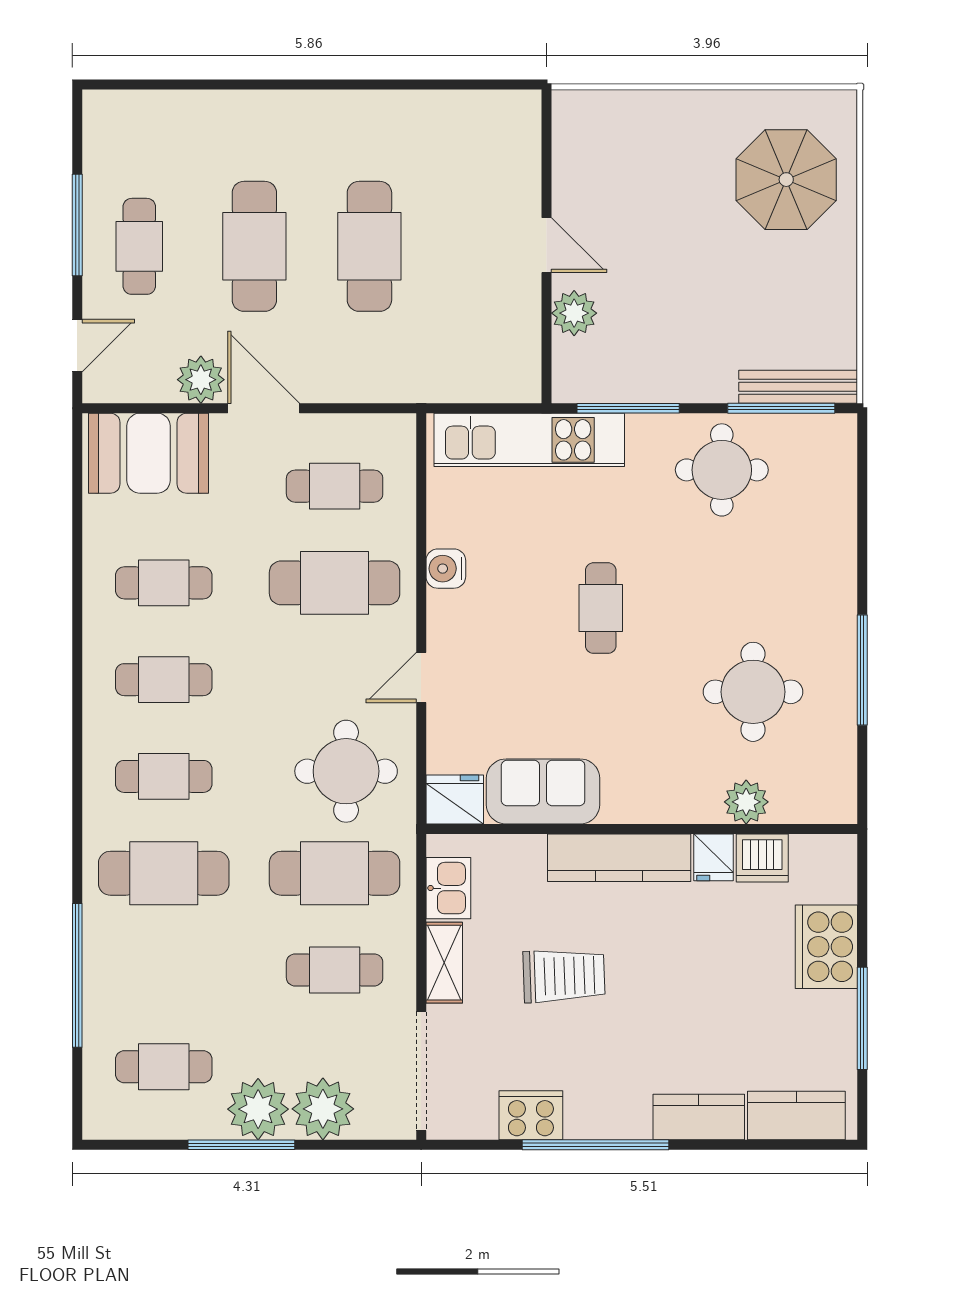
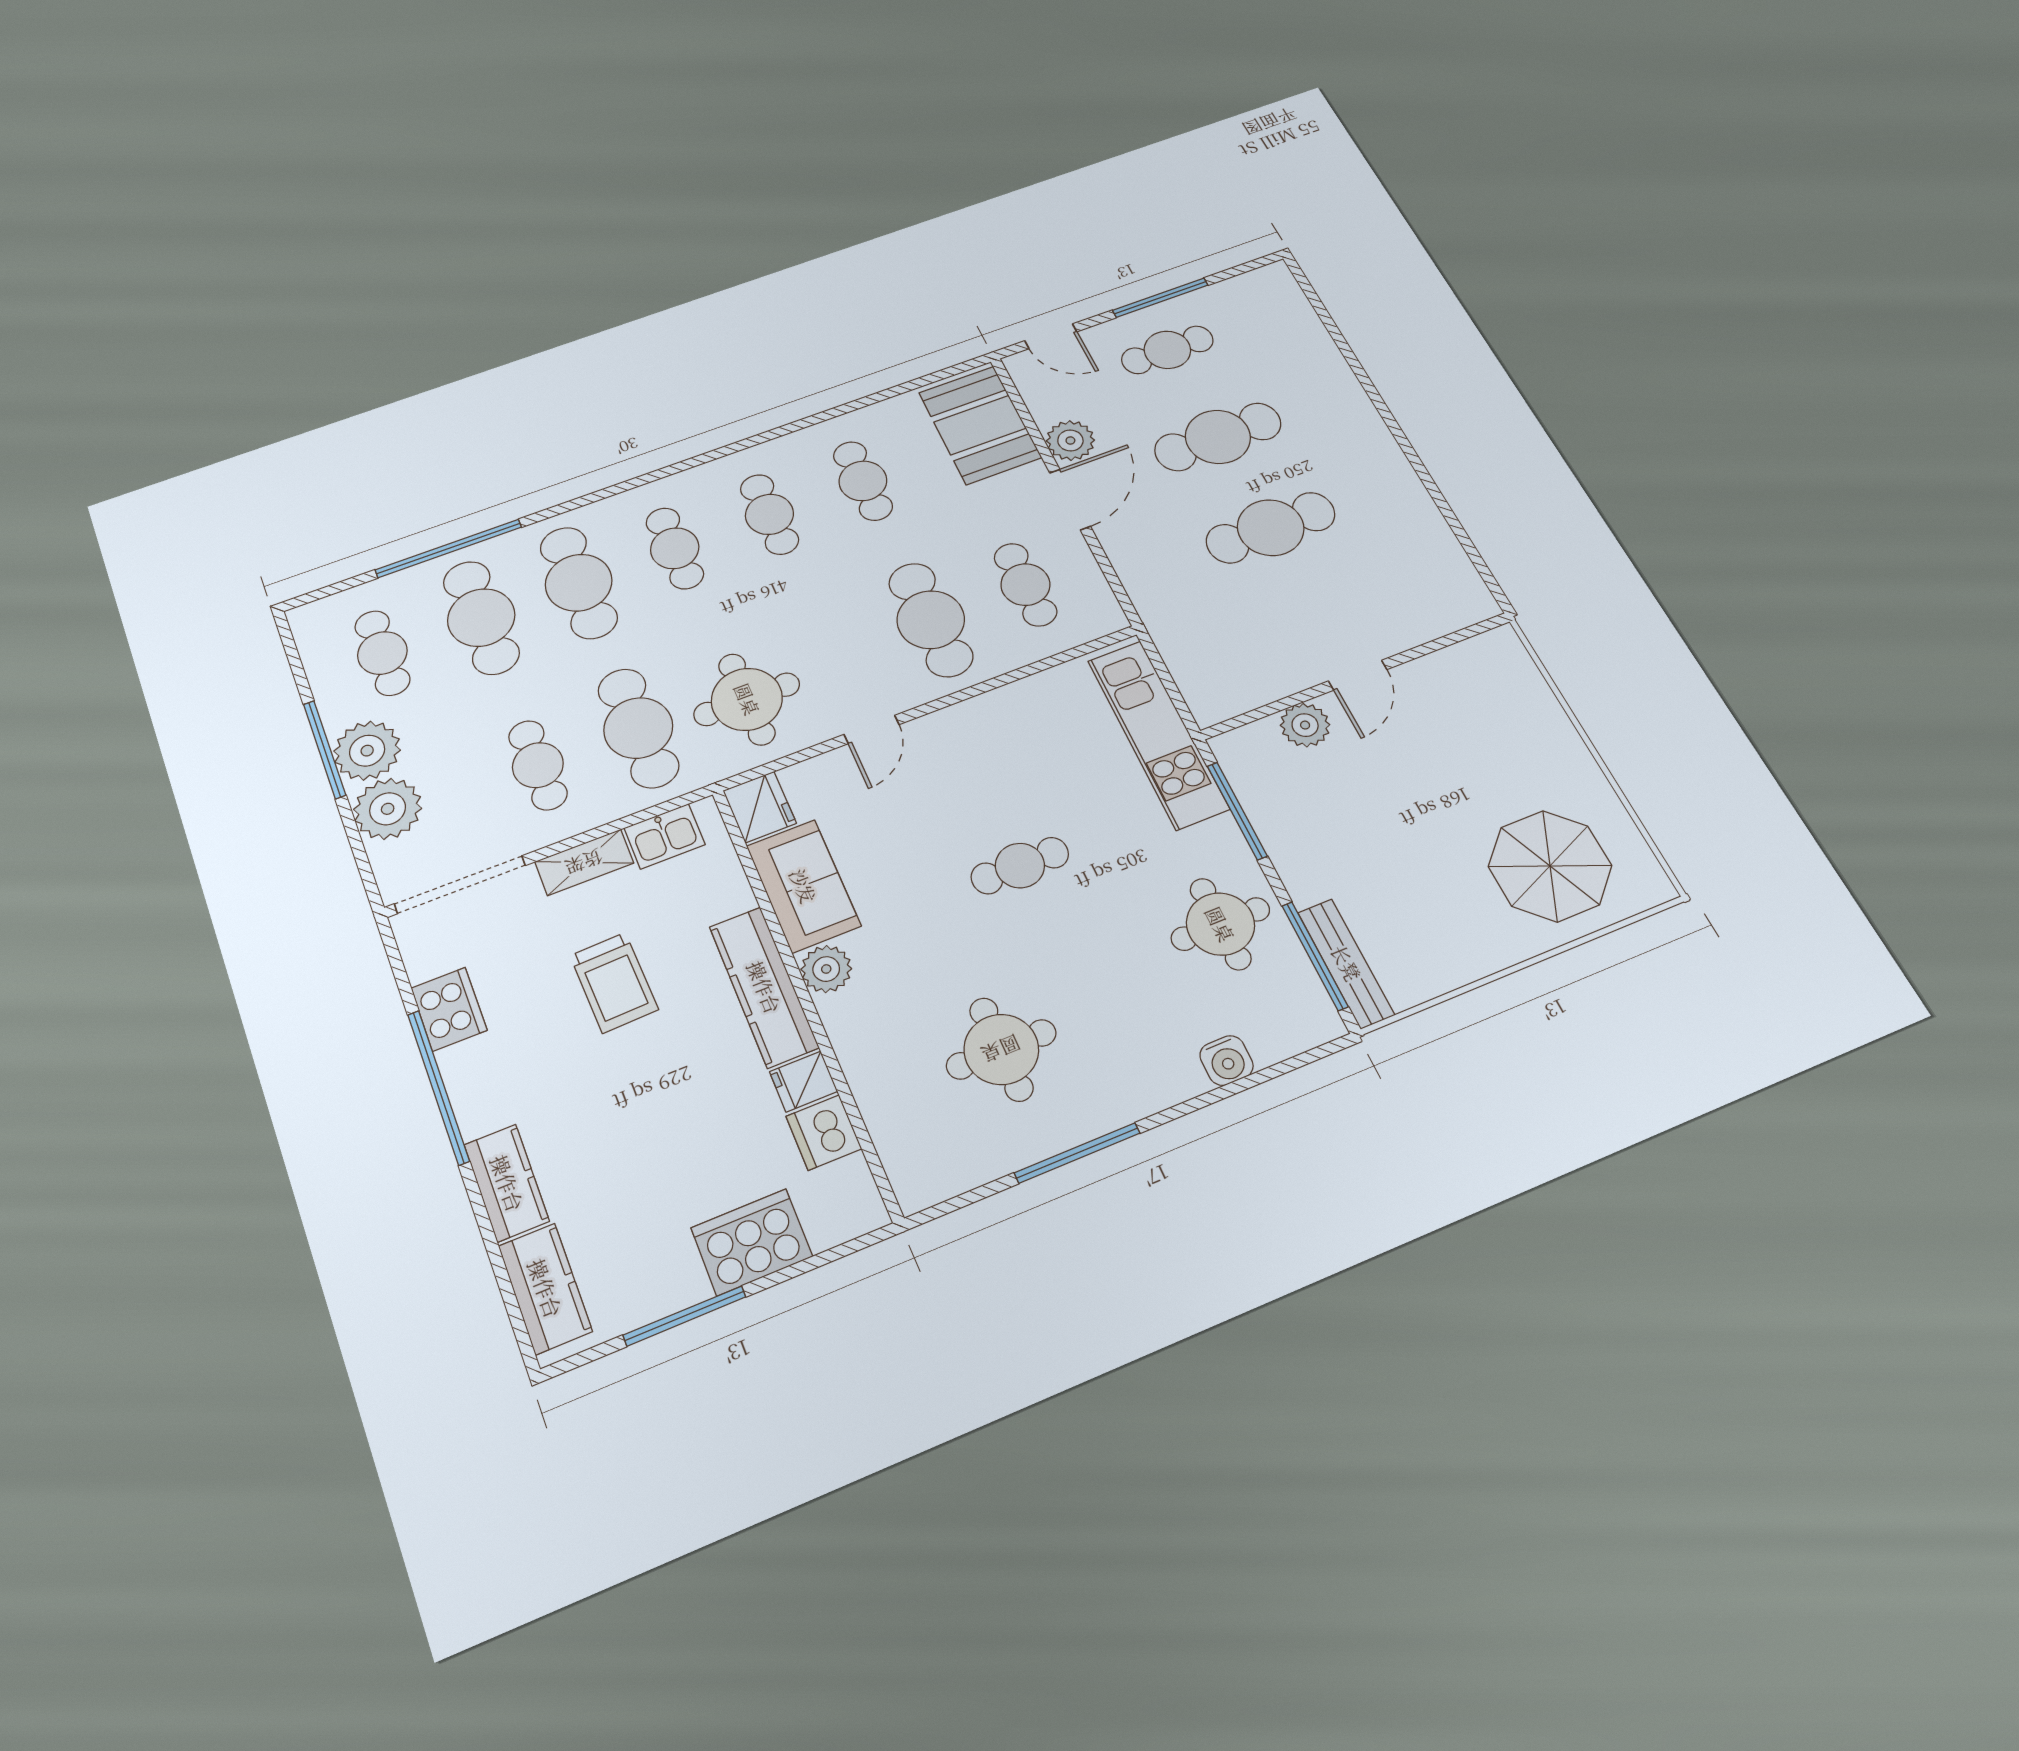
water cooler: (446, 569) -> (1227, 1060), moved, turned 180
door: (421, 678) -> (872, 729), swing flipped
plant: (746, 802) -> (826, 969), moved
cafe table: (164, 970) -> (481, 618), added

